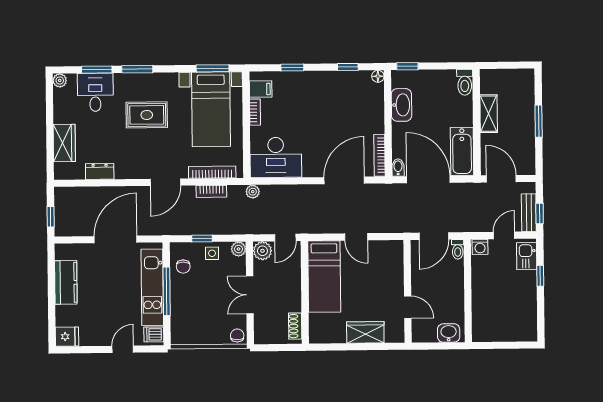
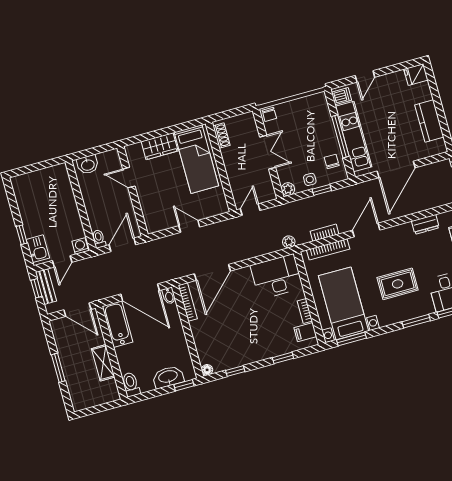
washbasin: (401, 105) -> (168, 377), moved, turned 90
plant: (262, 251) -> (267, 193), removed
bed: (324, 276) -> (196, 159), moved, turned 180

